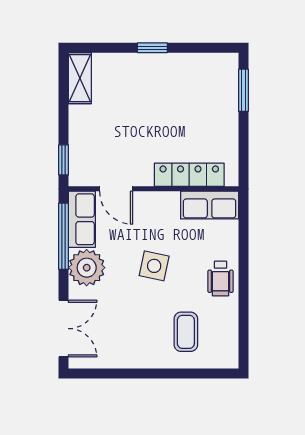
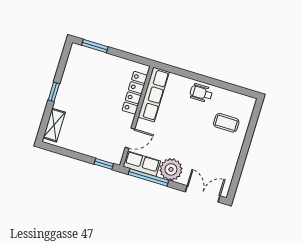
shelving: (80, 78) -> (54, 125), moved, turned 90
row of seats: (210, 205) -> (154, 94), width x1.48
side table: (154, 266) -> (182, 130), removed
wheelchair: (221, 278) -> (201, 93), turned 180

